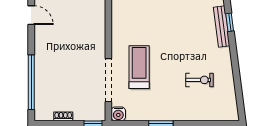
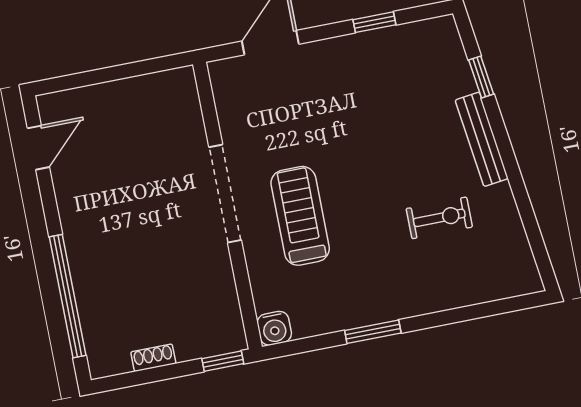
door: (31, 15) -> (38, 148), hinge flipped
bench: (222, 26) -> (482, 139), moved
doorway: (108, 80) -> (225, 194), moved

